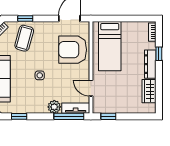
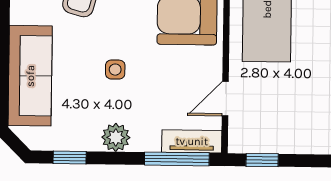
door: (91, 88) -> (225, 99), hinge flipped
plant: (54, 107) -> (116, 137), moved

